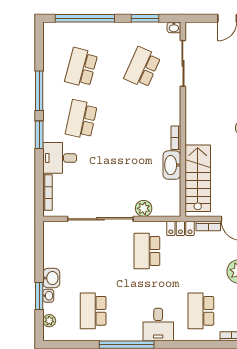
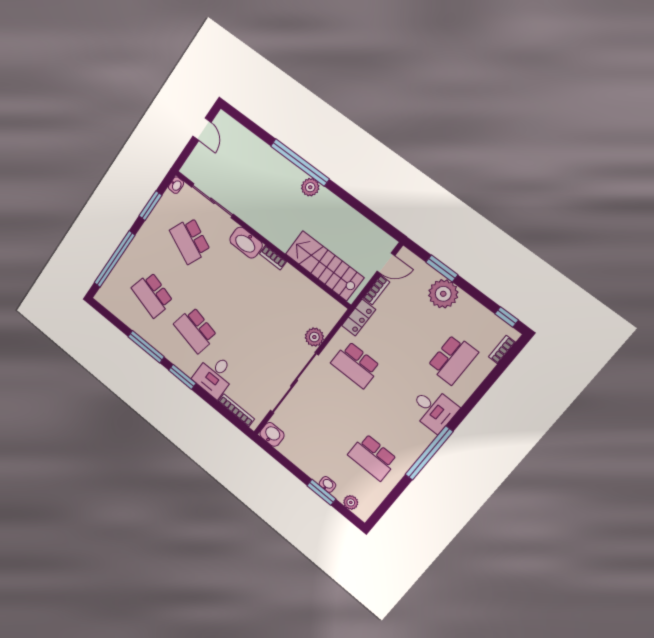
washbasin: (172, 165) -> (246, 243), moved
washbasin: (51, 278) -> (272, 434), moved
school desk: (201, 311) -> (453, 359), turned -90

